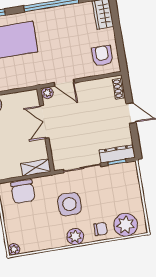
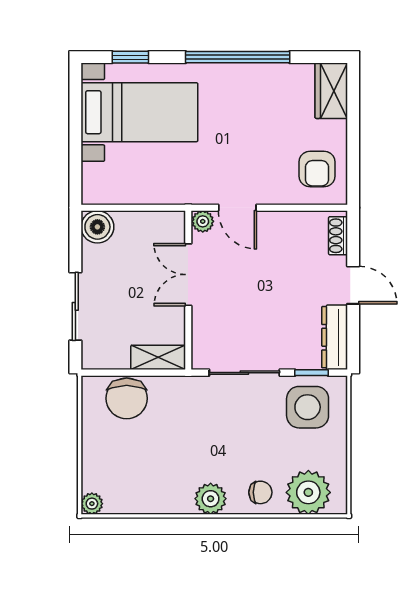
armchair: (102, 56) -> (317, 169), turned 180
dresser: (117, 154) -> (335, 337), moved, turned -90
side table: (69, 204) -> (308, 407), moved

